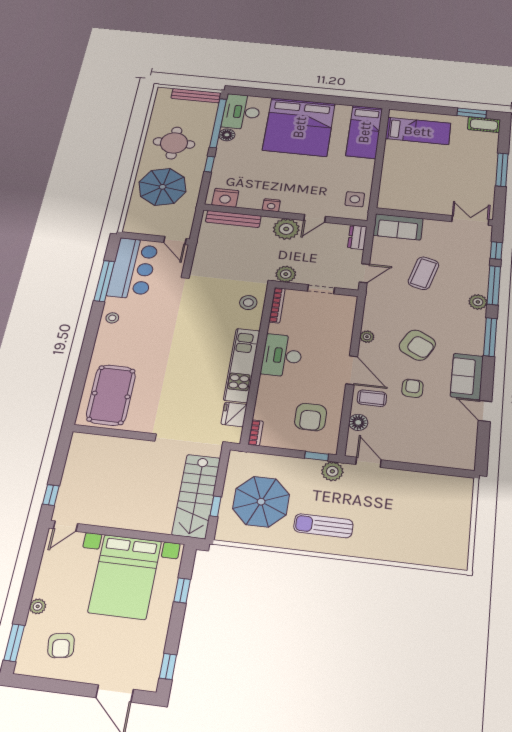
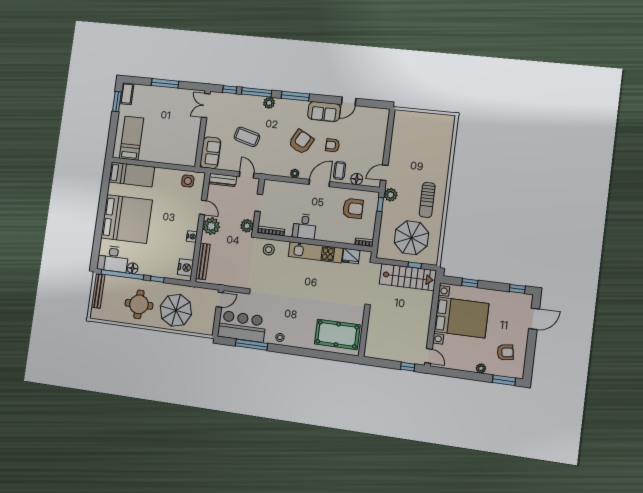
dresser: (357, 237) -> (223, 180), width x1.44
desk: (282, 355) -> (304, 227), width x0.73

